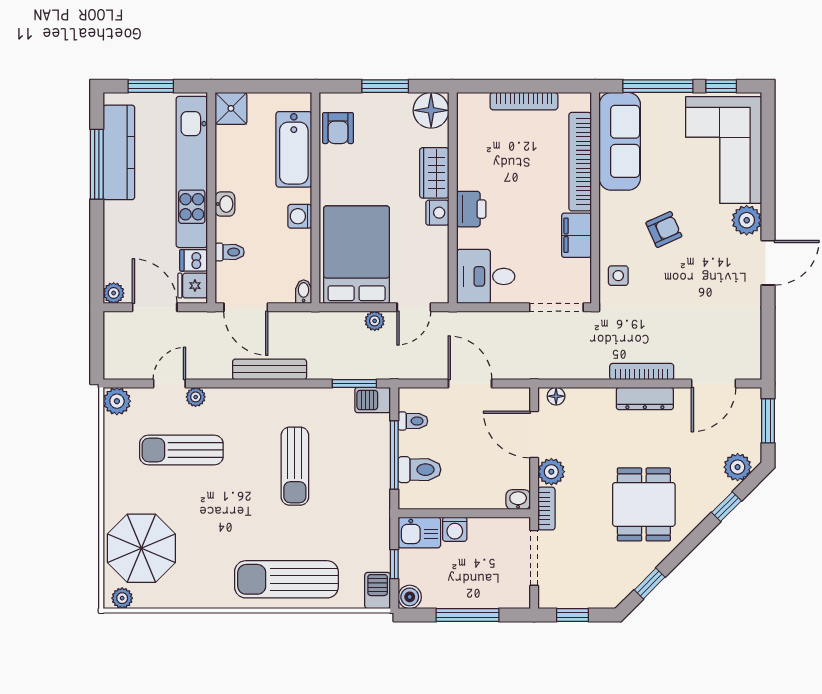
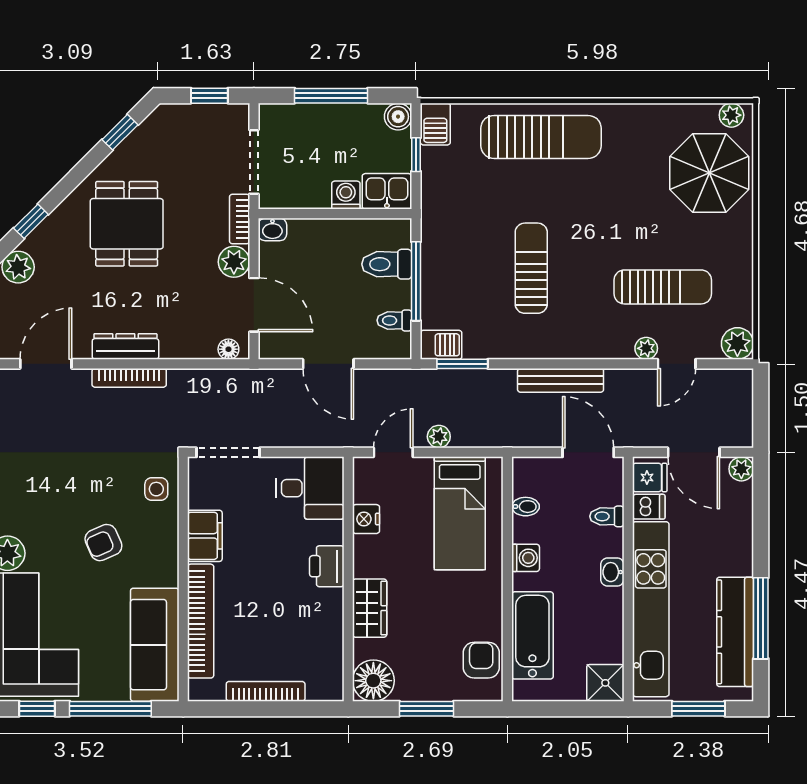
nightstand: (437, 213) -> (366, 519), moved
bed: (357, 255) -> (460, 513), width x0.67
bidet: (304, 292) -> (526, 507), moved, turned -90

